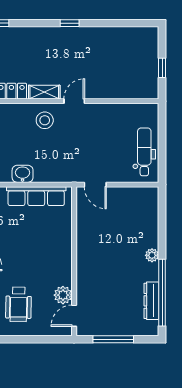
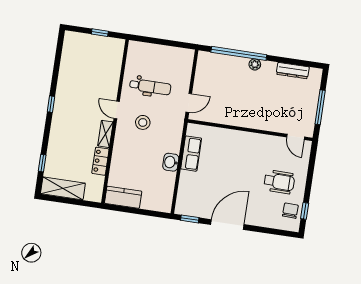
stool: (45, 120) -> (143, 122), moved
dental chair: (144, 152) -> (150, 87), moved, turned 180
row of seats: (36, 196) -> (191, 154), width x0.68
window: (162, 293) -> (239, 53), moved
plant: (63, 295) -> (277, 144), removed

